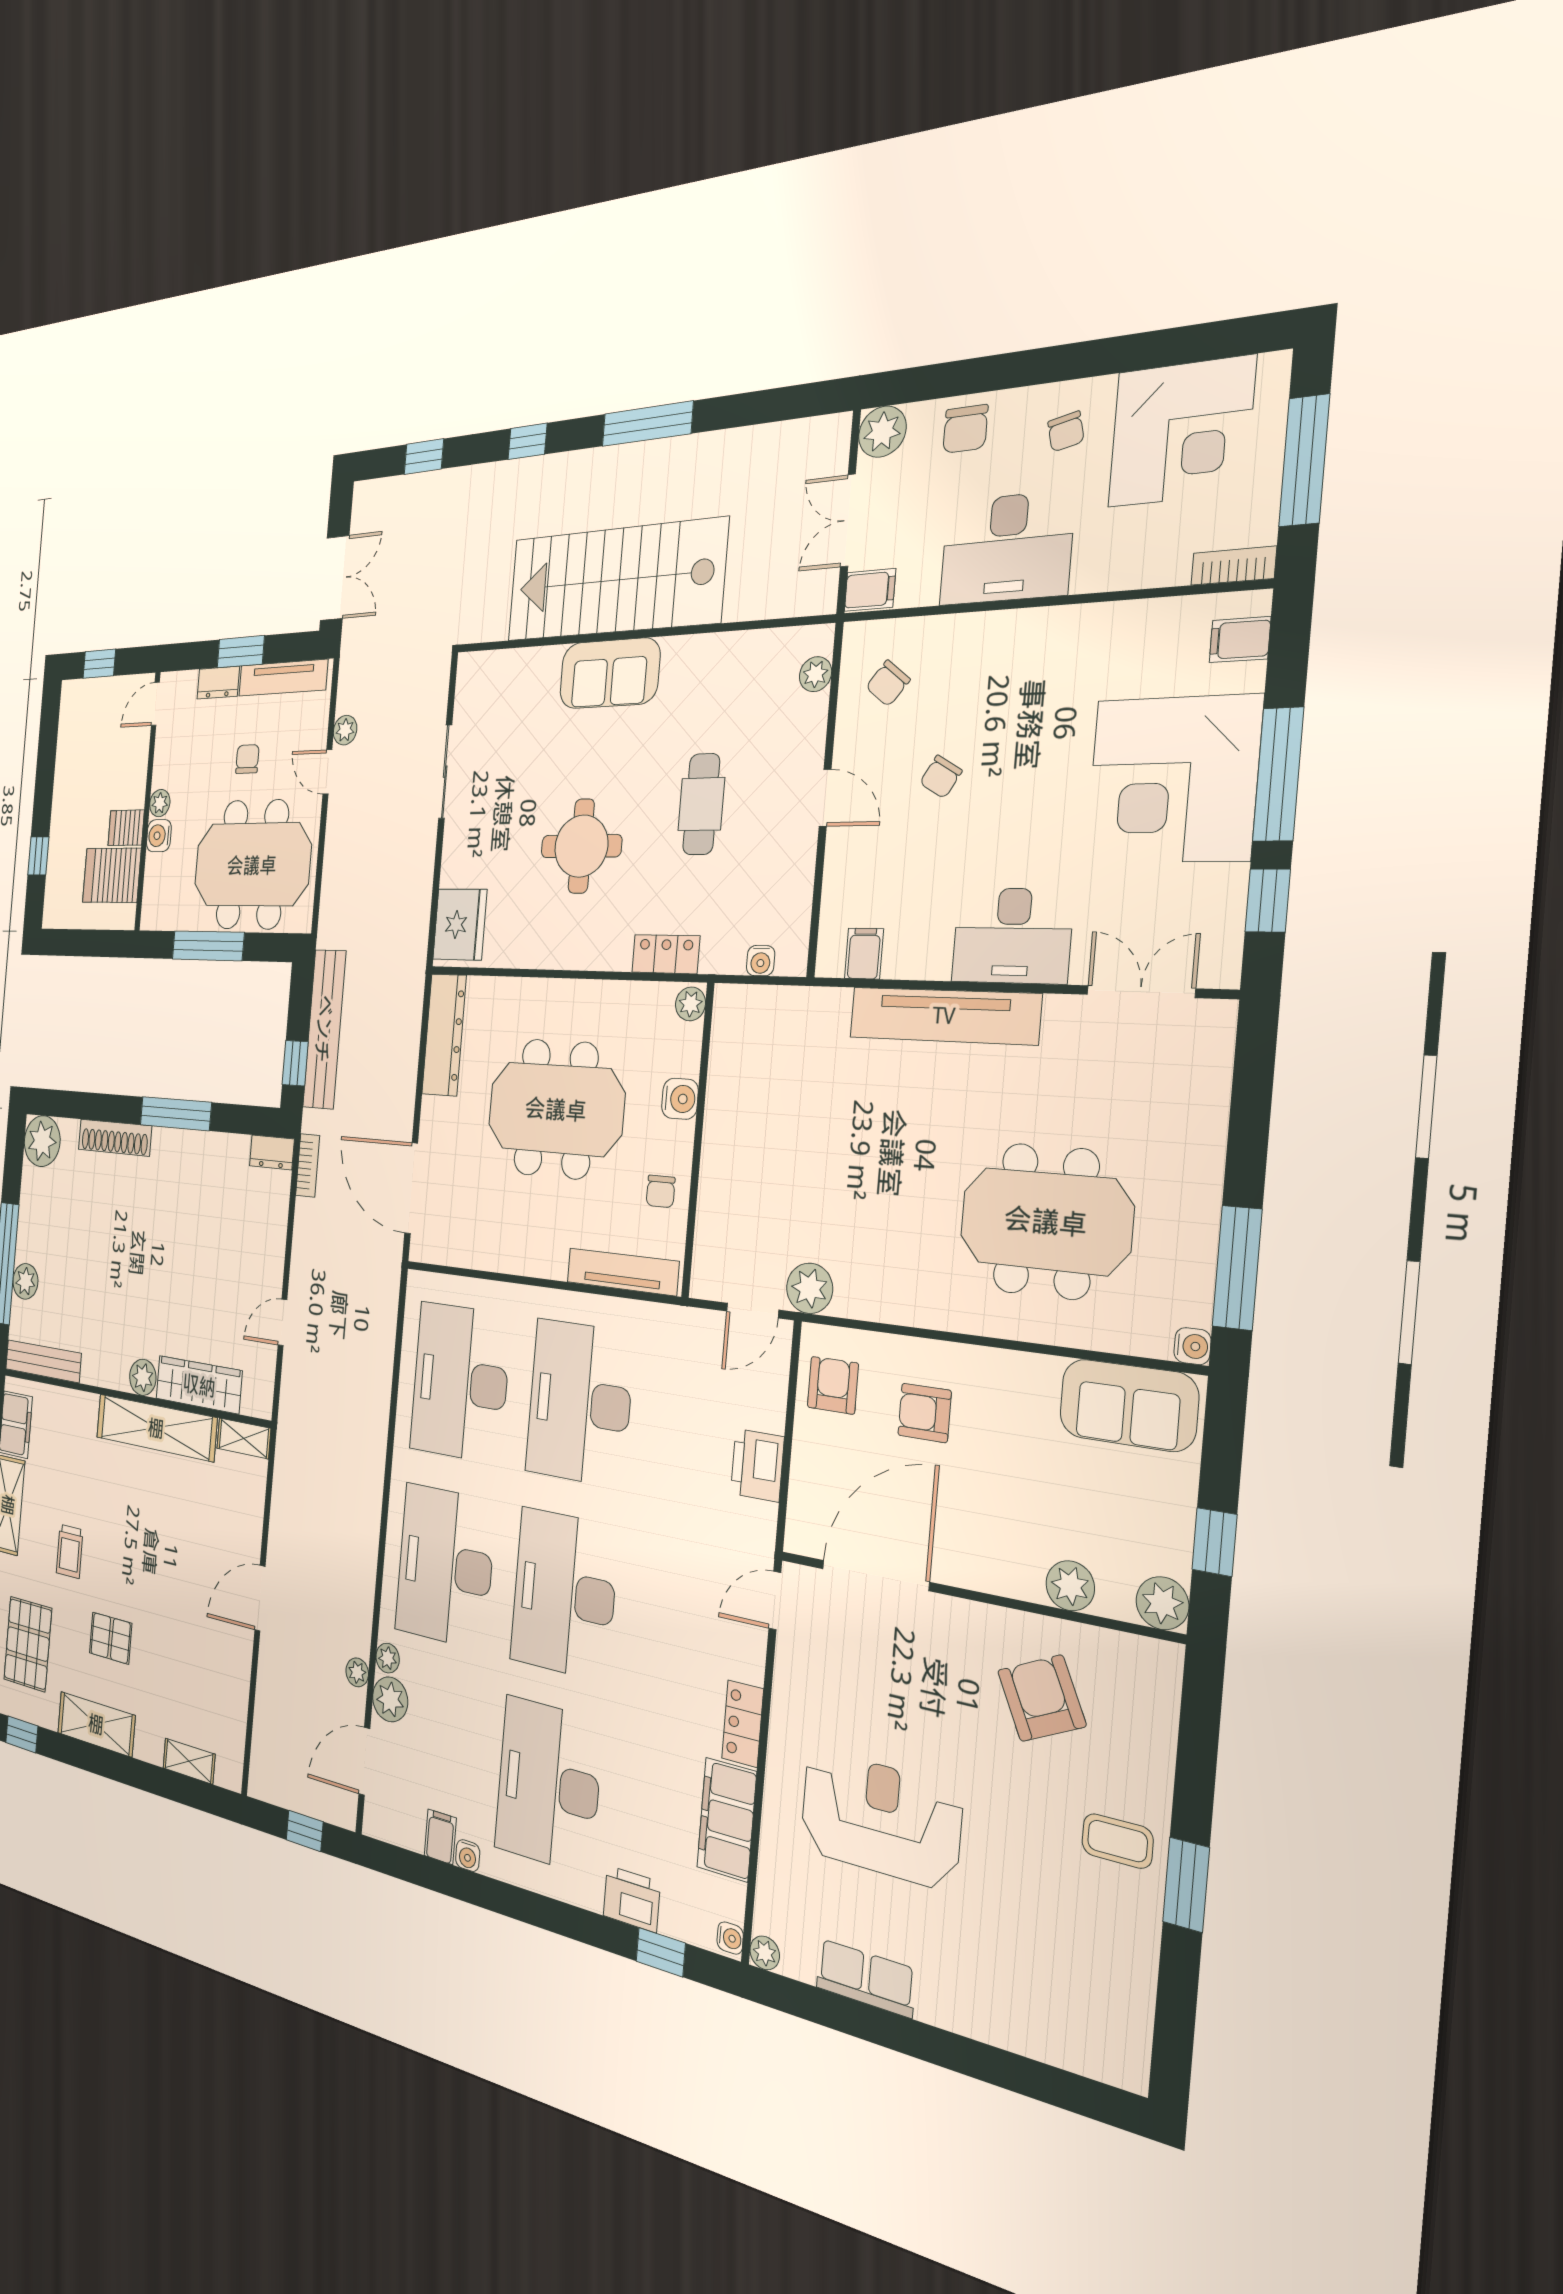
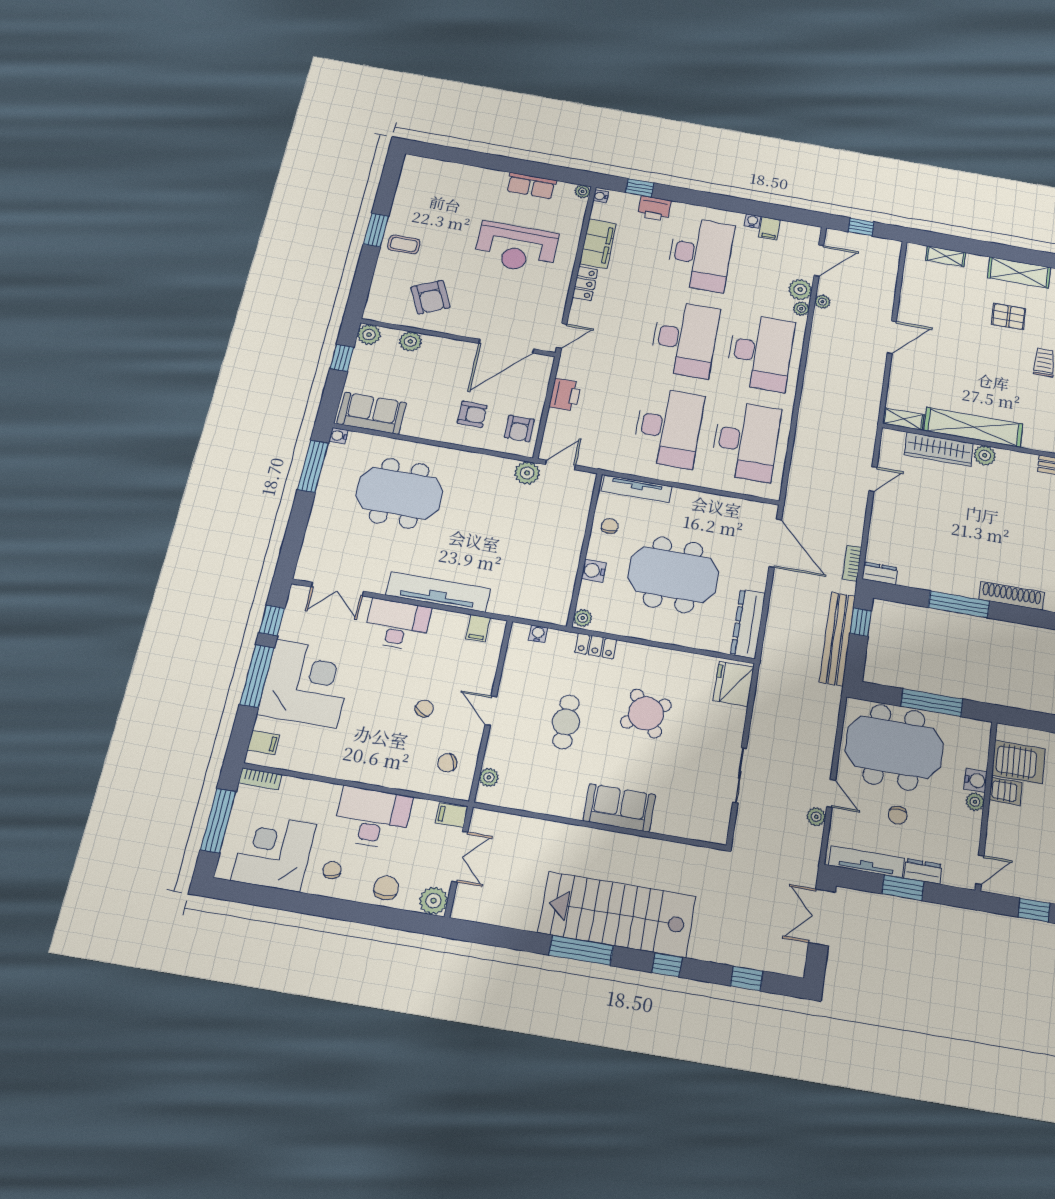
stairs: (615, 580) -> (617, 914), moved, turned 180
chair: (888, 683) -> (447, 763), turned -153
round table: (581, 846) -> (646, 714), turned -35

